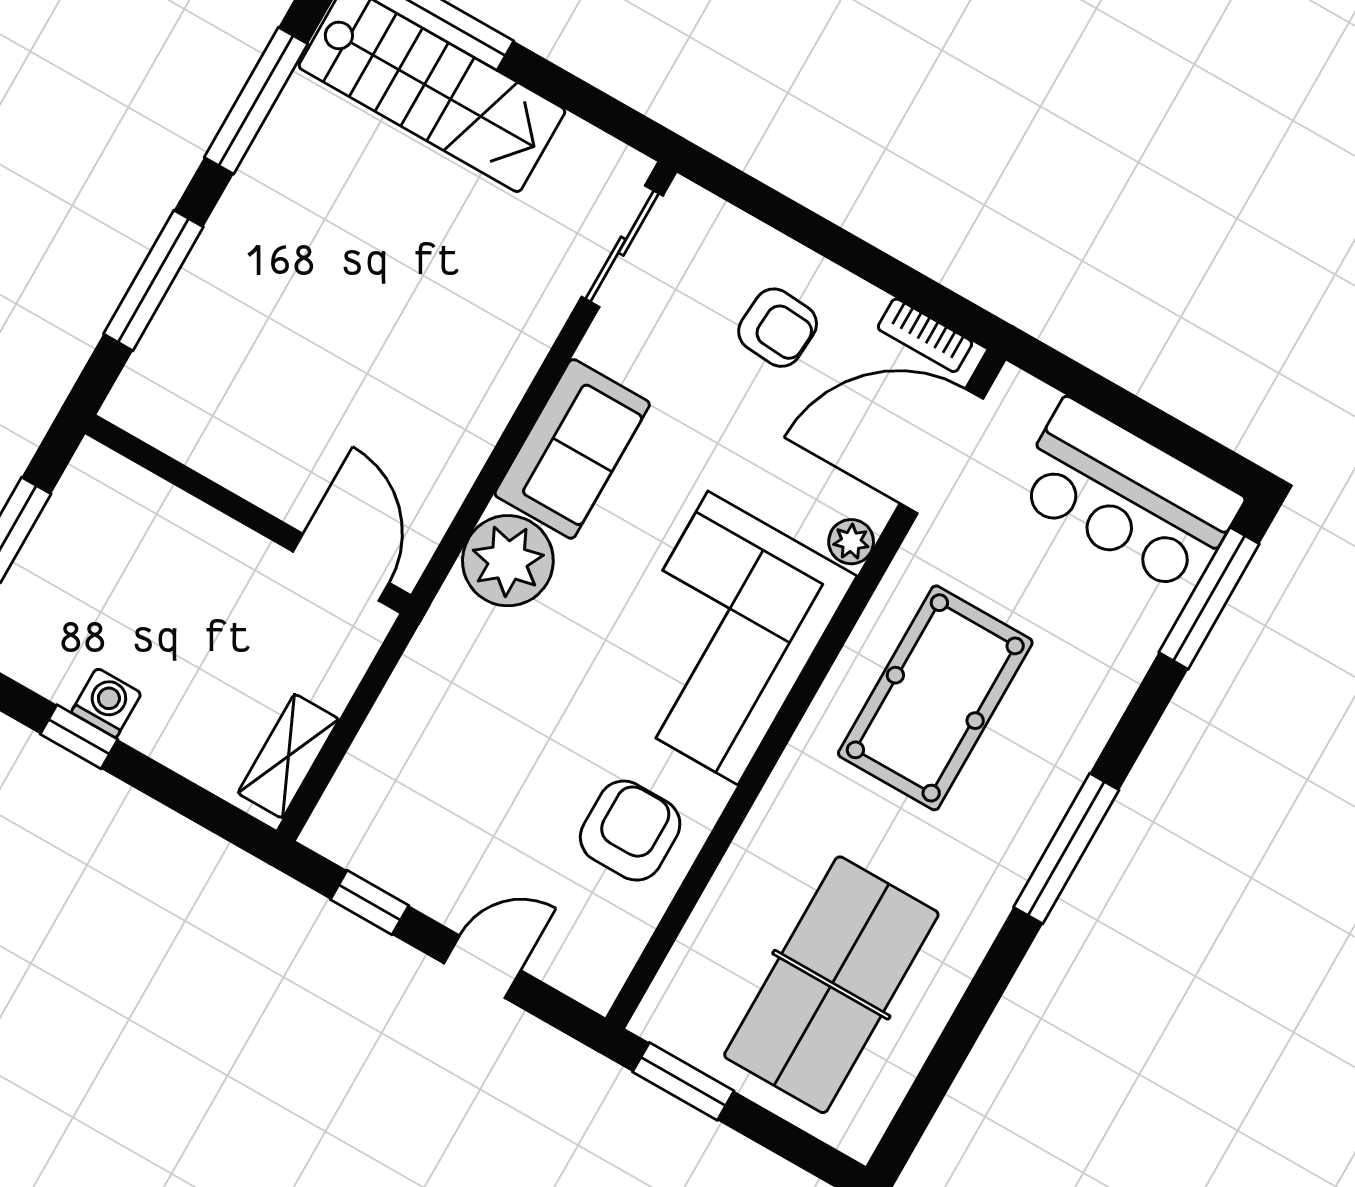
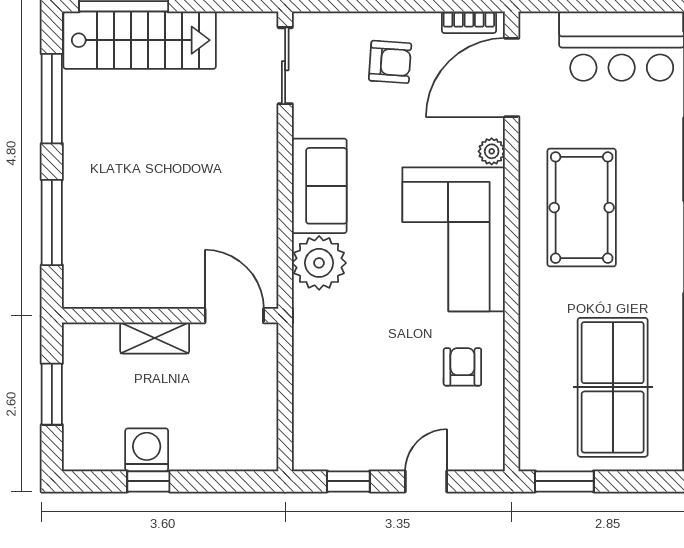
washing machine: (106, 703) -> (147, 450), width x1.38, depth x1.38
shelving: (288, 756) -> (155, 338), moved, turned 90
armchair: (630, 831) -> (462, 367), width x0.72, depth x0.72

